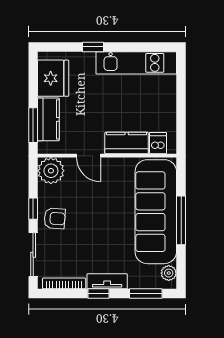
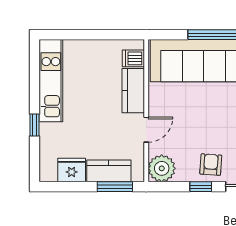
fridge: (53, 78) -> (72, 170), width x0.73, depth x0.75

